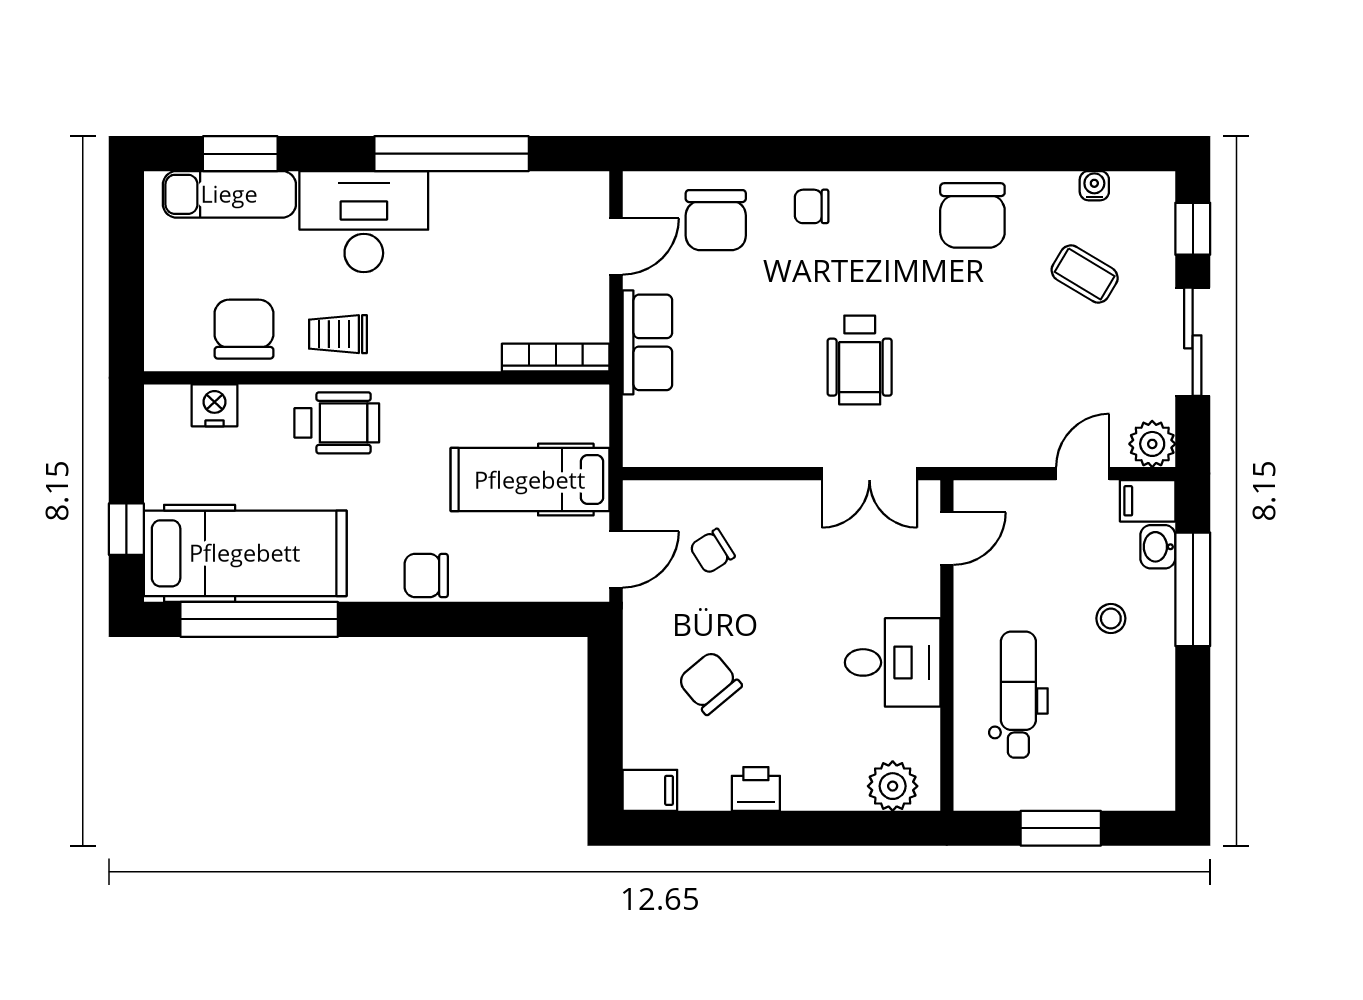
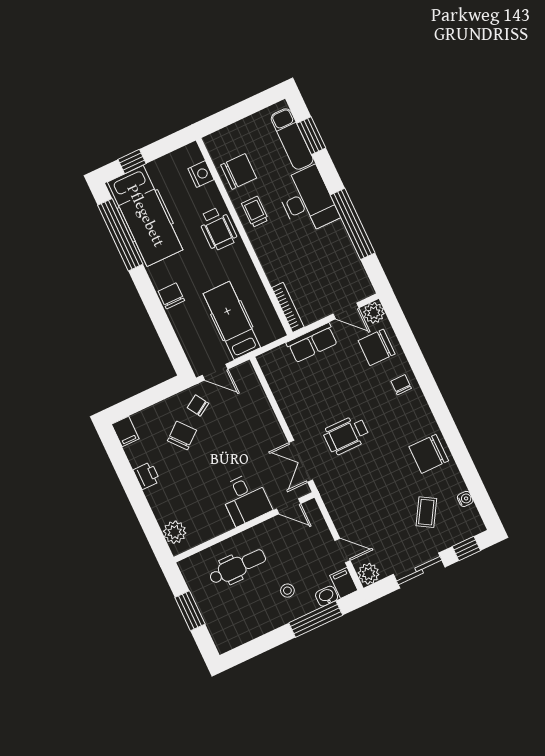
plant: (645, 194) -> (374, 313), added
chair: (712, 551) -> (198, 406), moved
desk: (893, 662) -> (245, 499), moved

